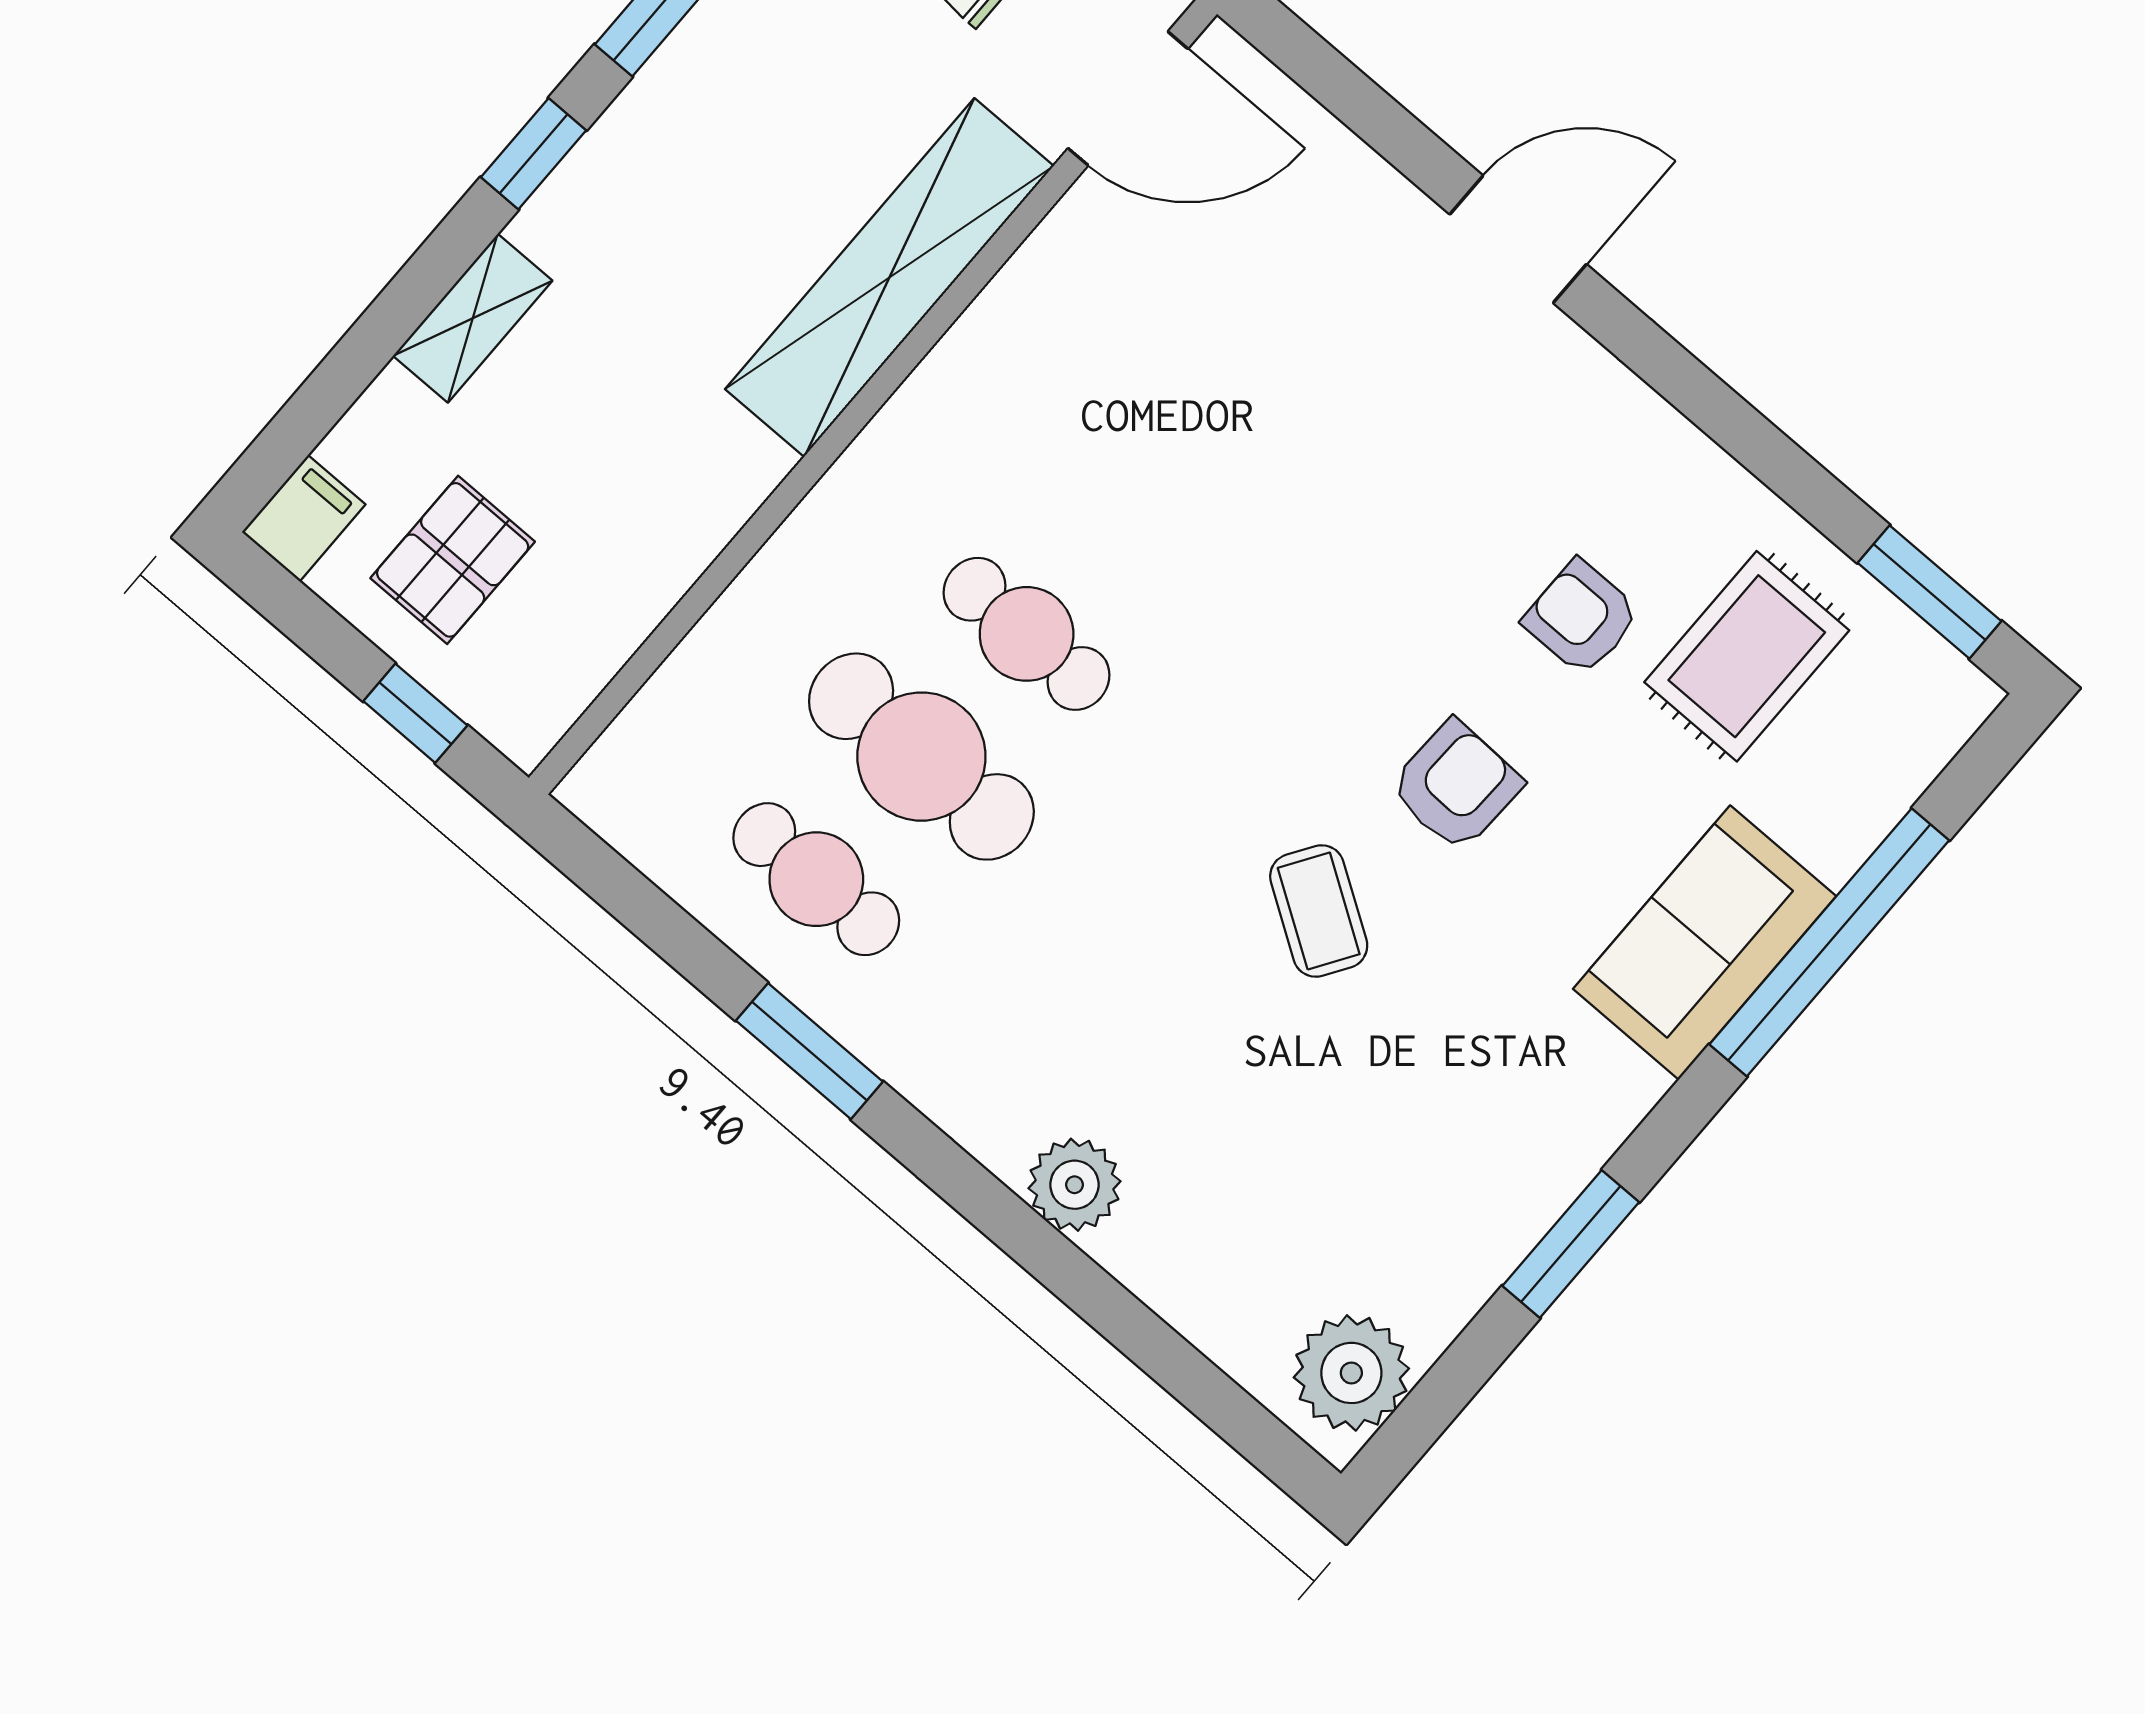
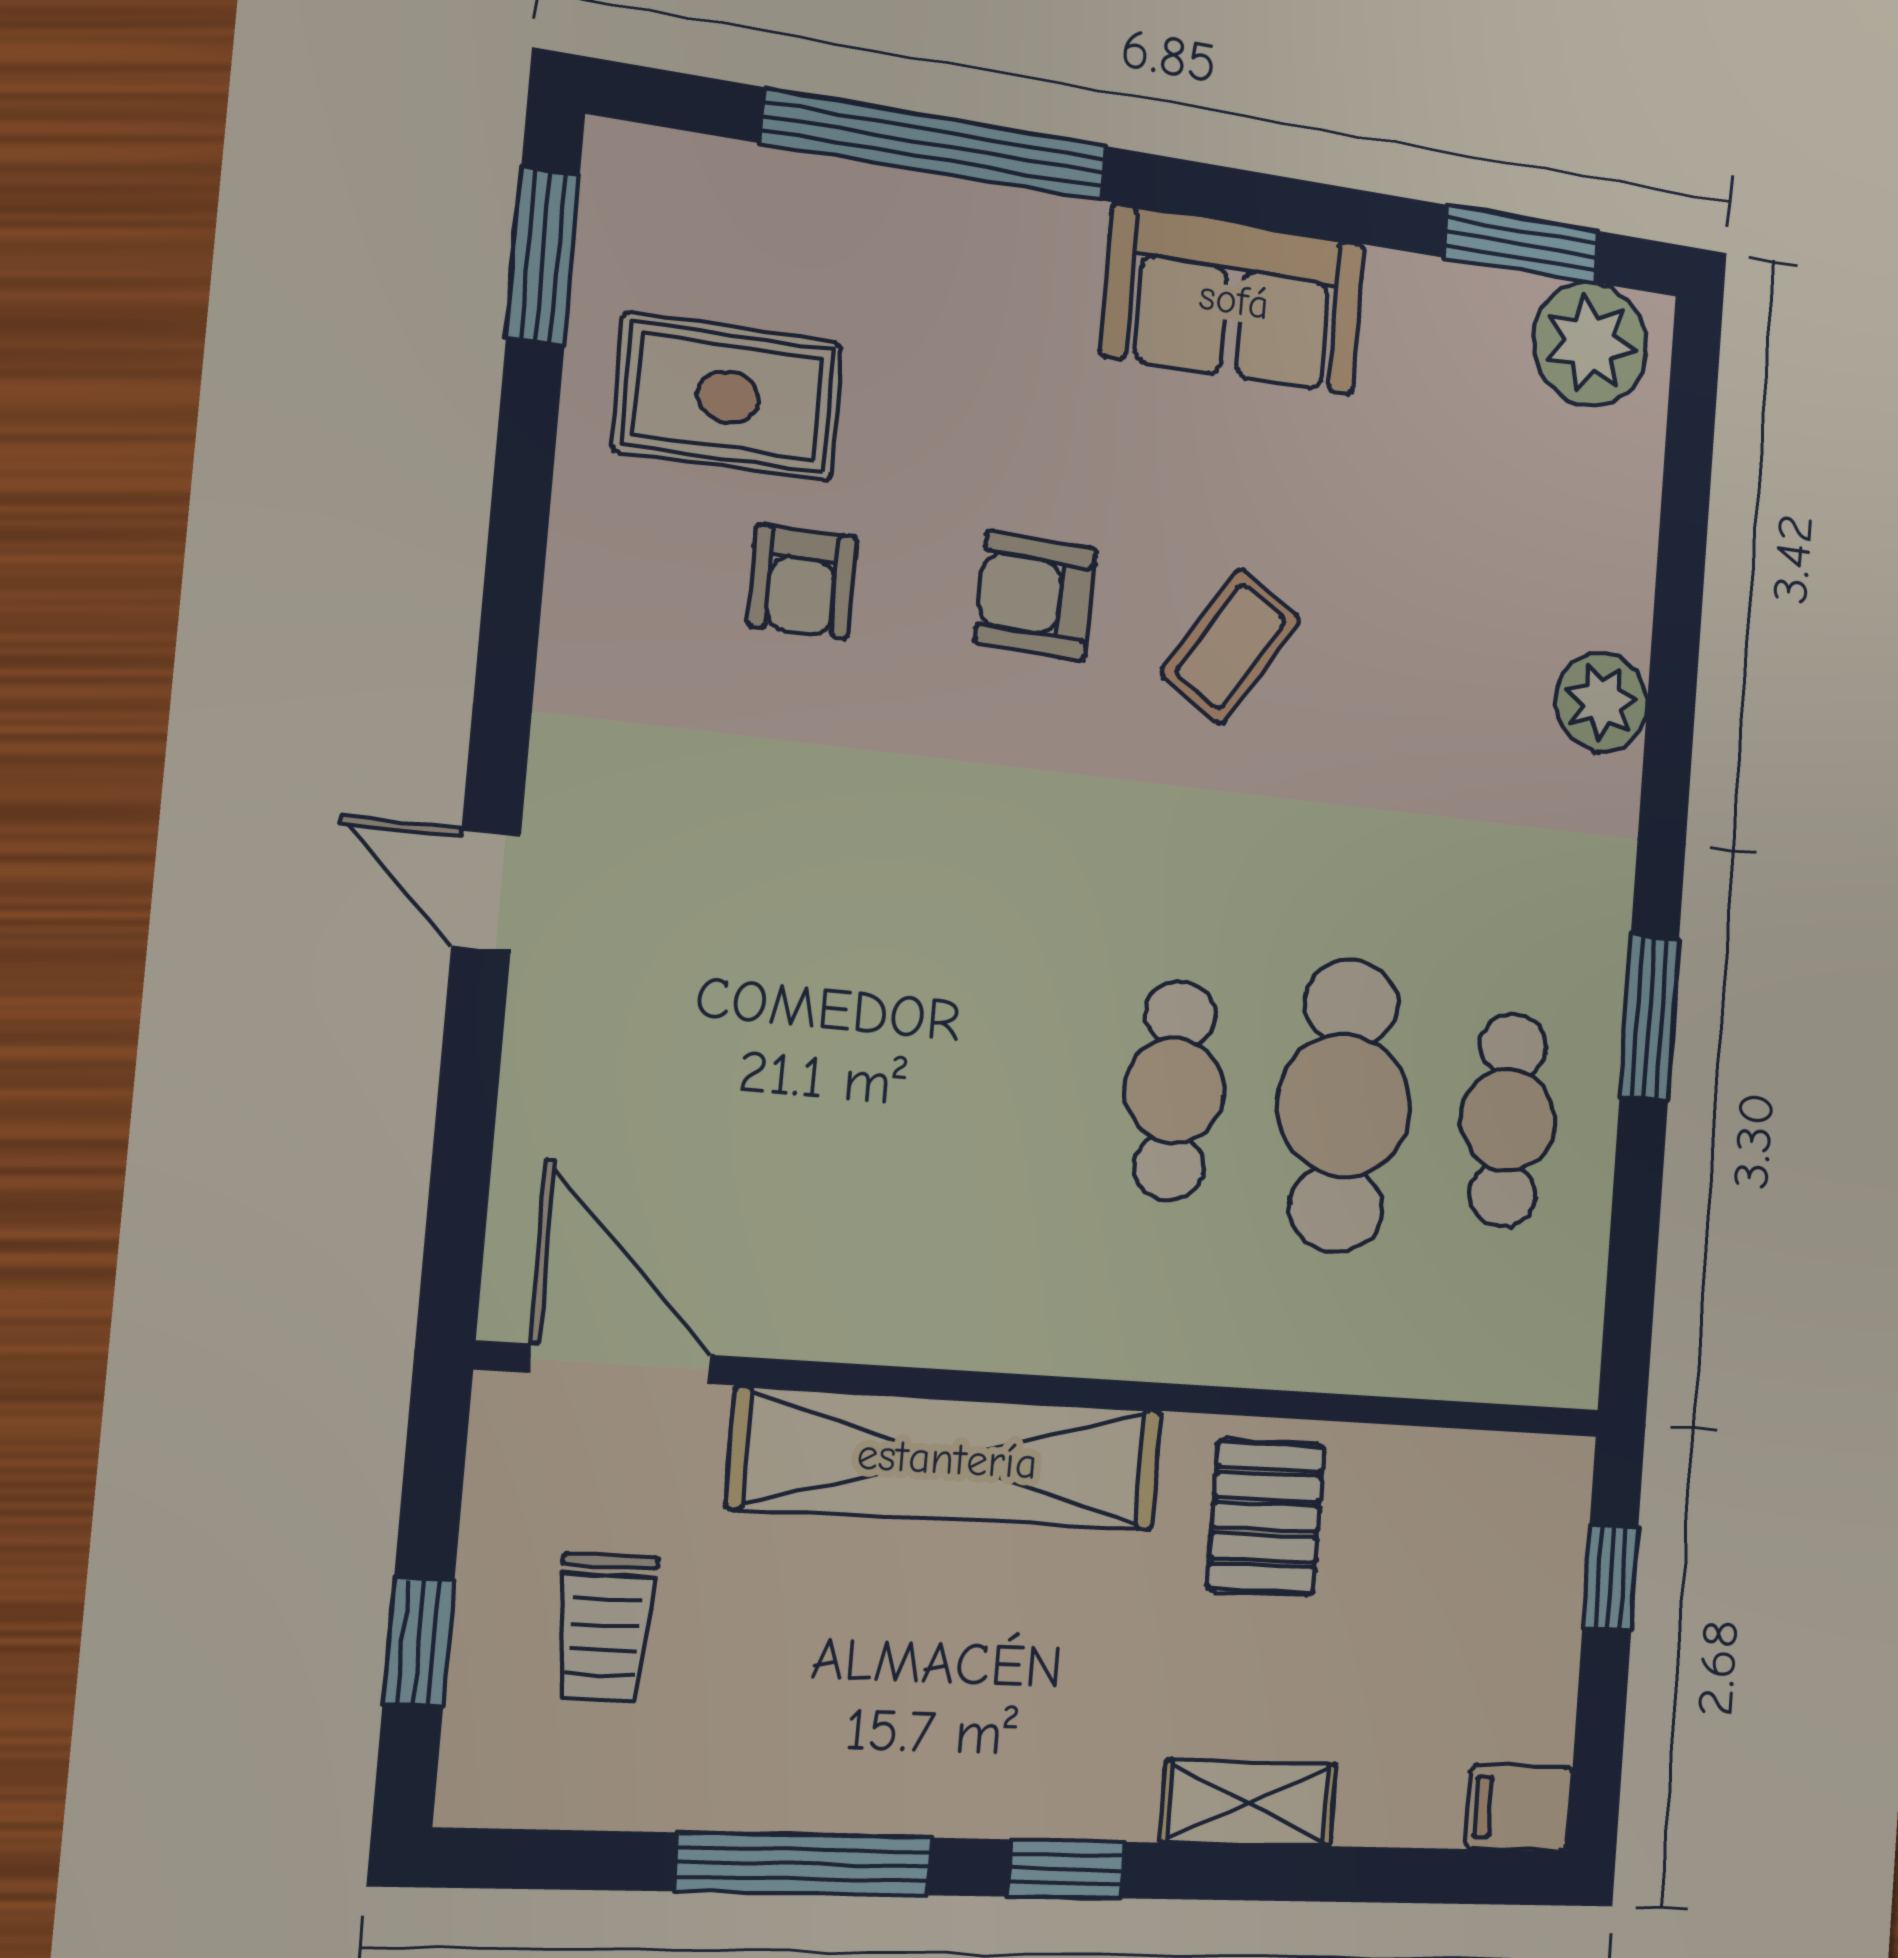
door: (1518, 239) -> (486, 890), width x0.73
pallet: (453, 560) -> (1266, 1517), moved, turned 90
sofa: (1705, 943) -> (1234, 300), moved
window: (1571, 1244) -> (1521, 244), moved

